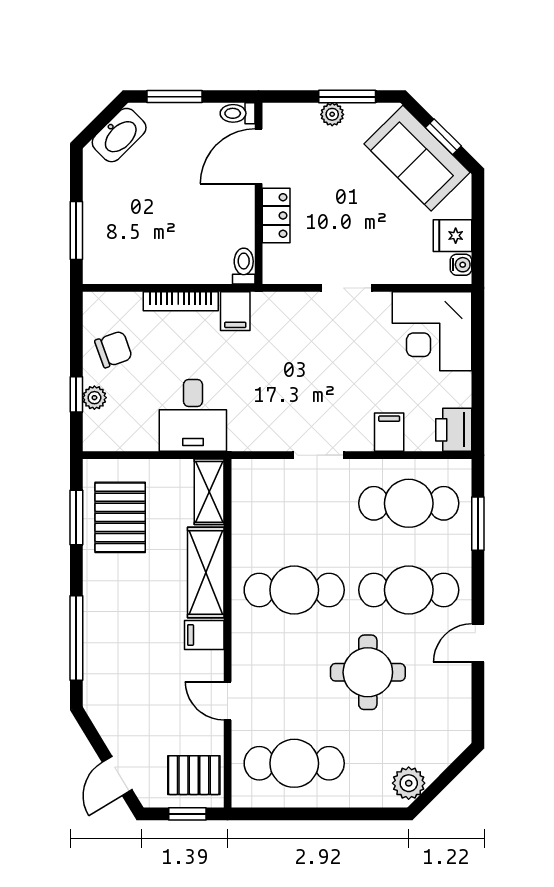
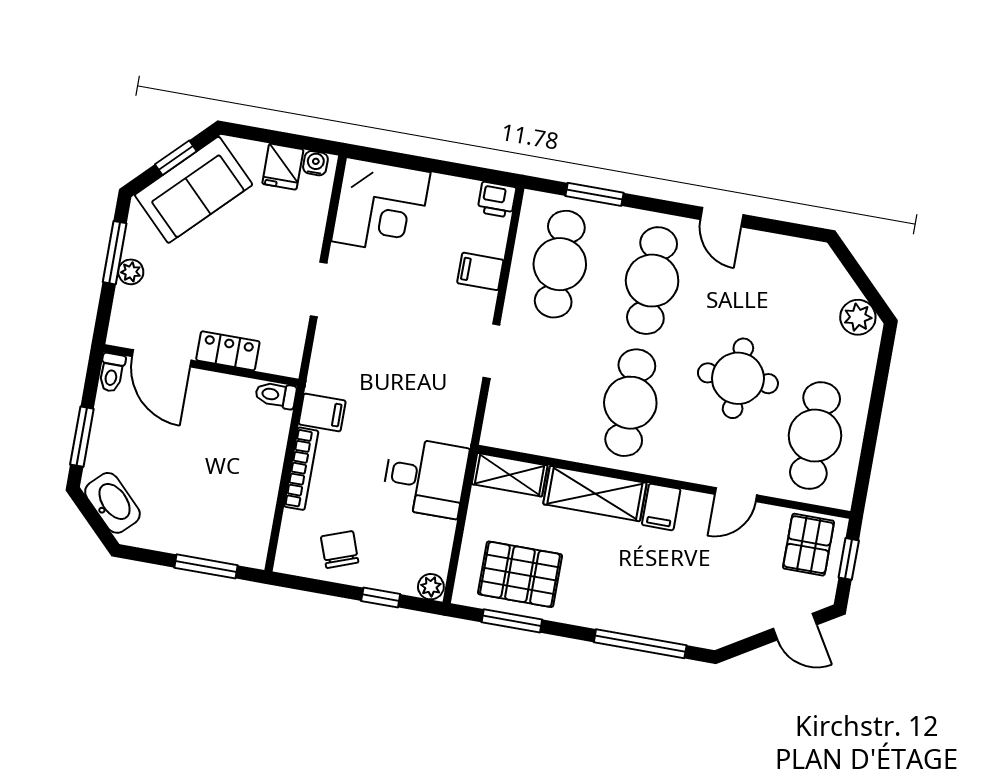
plant: (94, 398) -> (431, 587), moved
printer: (454, 430) -> (497, 200), width x0.73, depth x0.81
round table: (368, 672) -> (738, 378), moved

